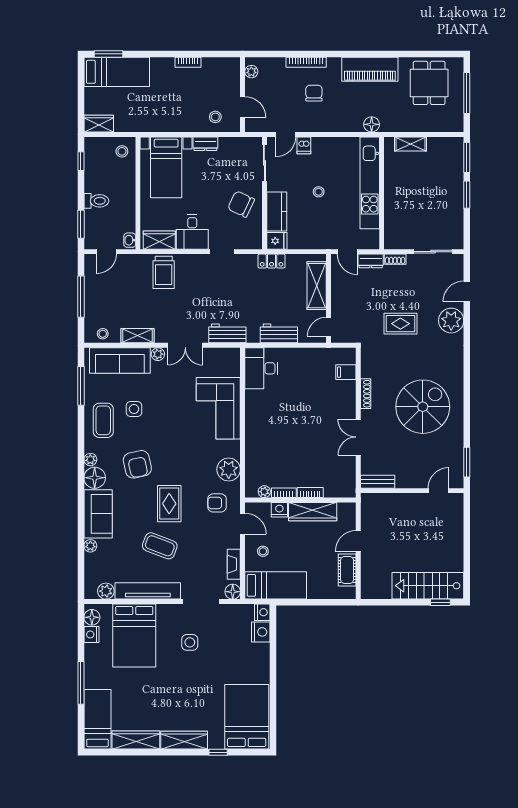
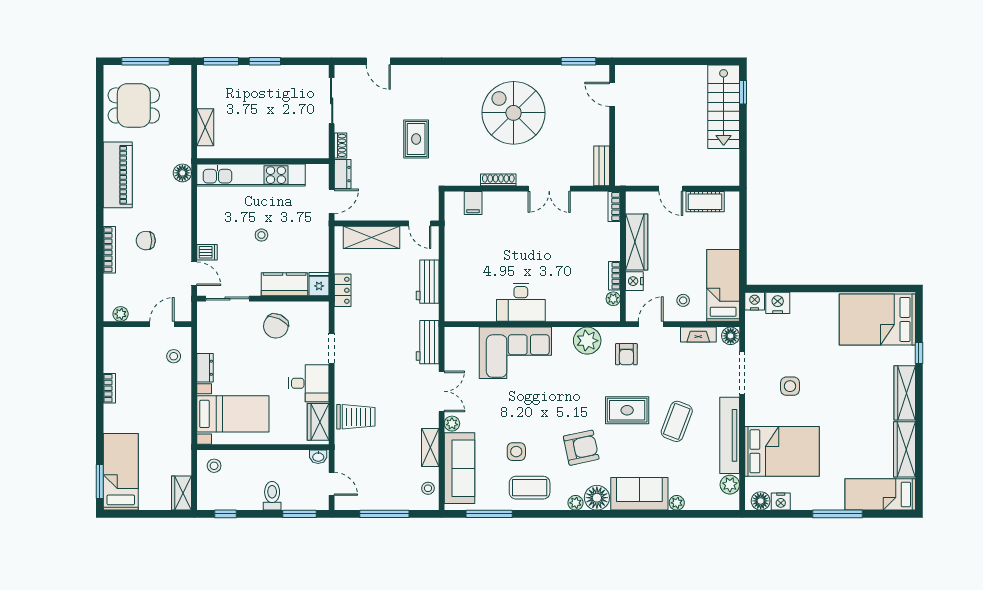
plant: (451, 321) -> (413, 80), removed
desk: (261, 368) -> (521, 302), moved
bookcase: (310, 493) -> (614, 206), moved

